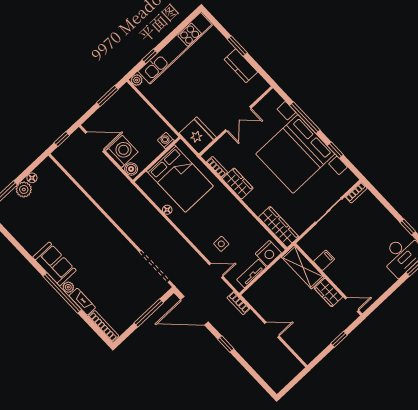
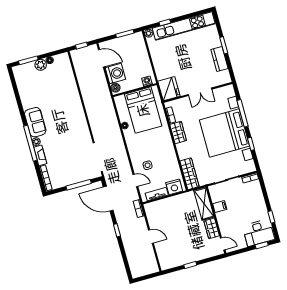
filing cabinet: (324, 260) -> (220, 207), moved
shelving: (303, 267) -> (204, 204), moved
wall: (328, 279) -> (216, 220), moved
wardrobe: (328, 293) -> (212, 228), moved
door: (352, 305) -> (223, 244), moved

